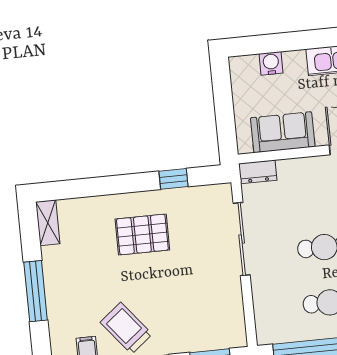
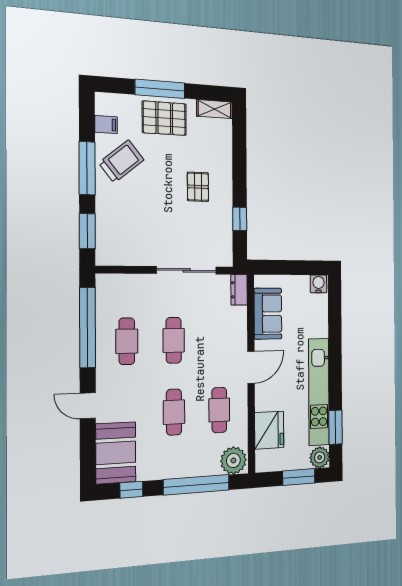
water cooler: (271, 63) -> (318, 284), moved, turned -90
pallet: (142, 235) -> (198, 187), width x0.67, depth x0.71
pallet: (69, 283) -> (164, 118), added

